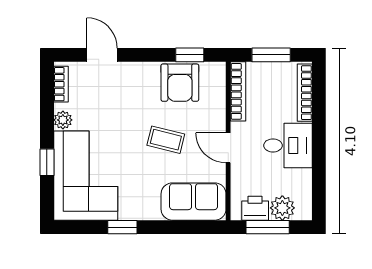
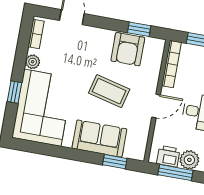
coffee table: (166, 140) -> (109, 91), width x1.36, depth x1.30
door: (228, 148) -> (156, 106), swing flipped
sofa: (194, 202) -> (99, 139), moved
window: (122, 227) -> (115, 162), moved

